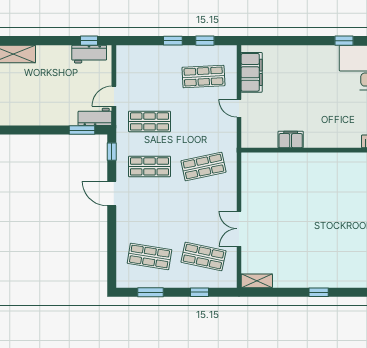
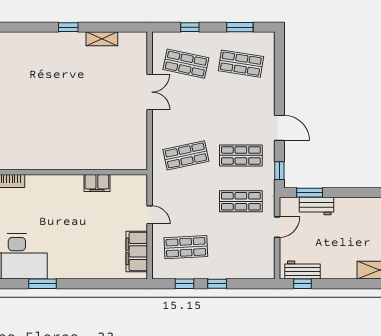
window: (344, 41) -> (43, 284), width x1.50
workbench: (95, 117) -> (316, 206), moved
shelving: (257, 281) -> (102, 39), moved

